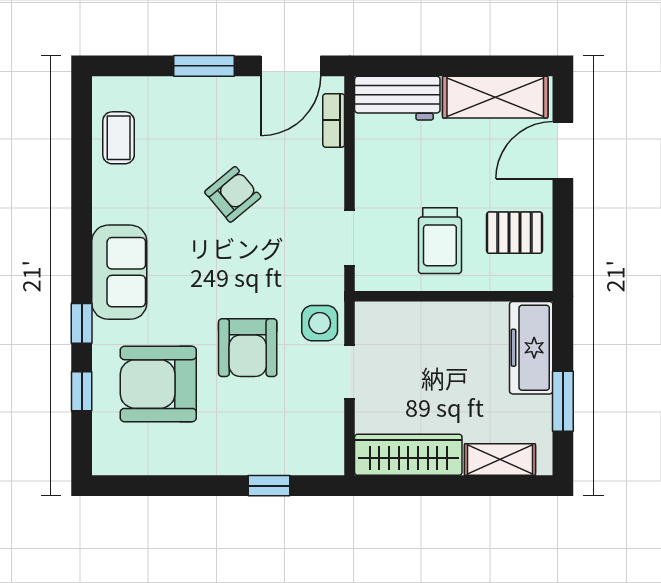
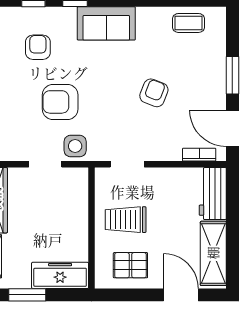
armchair: (233, 194) -> (154, 93), turned -119
pallet: (514, 233) -> (130, 265), turned 90
armchair: (158, 384) -> (38, 47), width x0.53, depth x0.53

